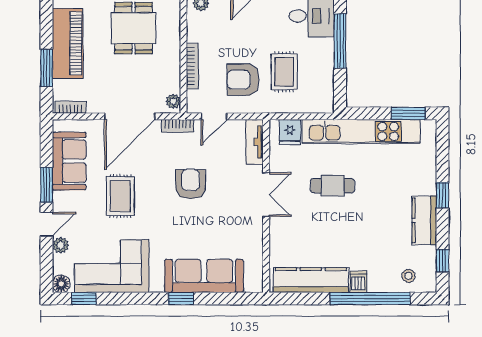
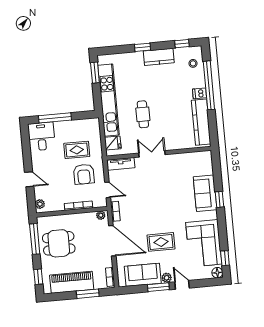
armchair: (191, 184) -> (150, 200), removed
plant: (61, 245) -> (167, 278), moved
sofa: (204, 276) -> (205, 193), width x0.73

